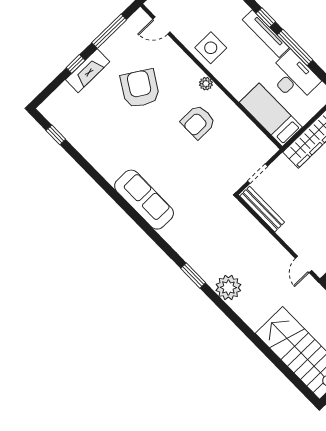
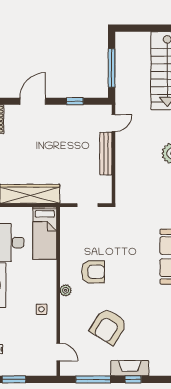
side table: (211, 48) -> (41, 309), width x0.54, depth x0.54
bench: (262, 209) -> (106, 154), moved

